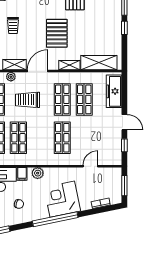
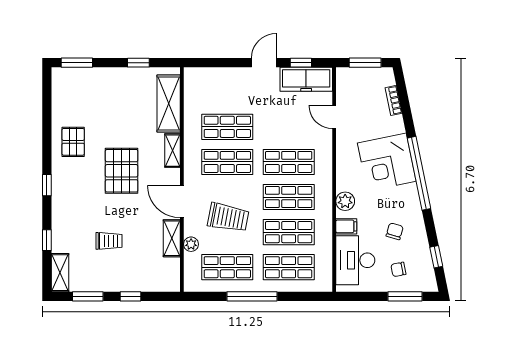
window: (124, 28) -> (138, 63), moved
pallet: (57, 33) -> (122, 171), turned 90
freezer: (114, 91) -> (306, 79), moved
trolley: (28, 100) -> (228, 217), turned -79
shop shelf: (40, 138) -> (289, 197), added

